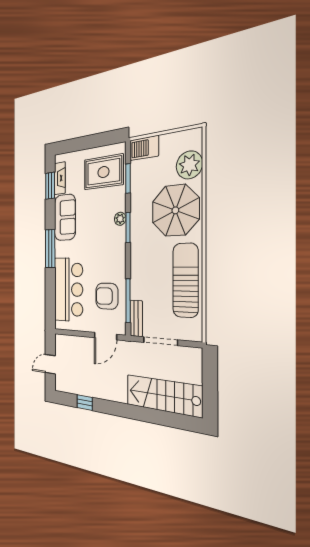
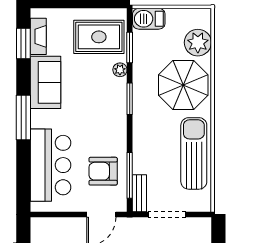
plant: (120, 219) -> (120, 70), moved

